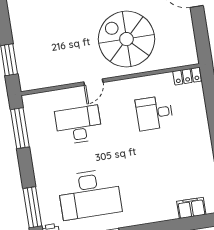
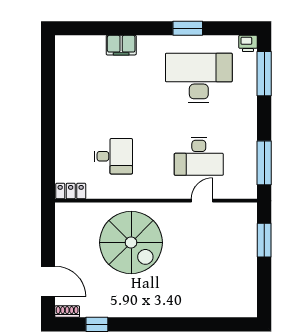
door: (93, 82) -> (202, 201), moved
filing cabinet: (191, 208) -> (121, 45), moved

